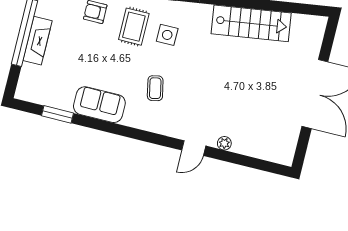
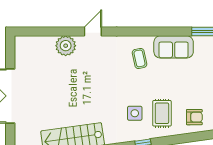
coffee table: (155, 88) -> (139, 58), moved
plant: (224, 143) -> (66, 46), width x1.88, depth x1.88

